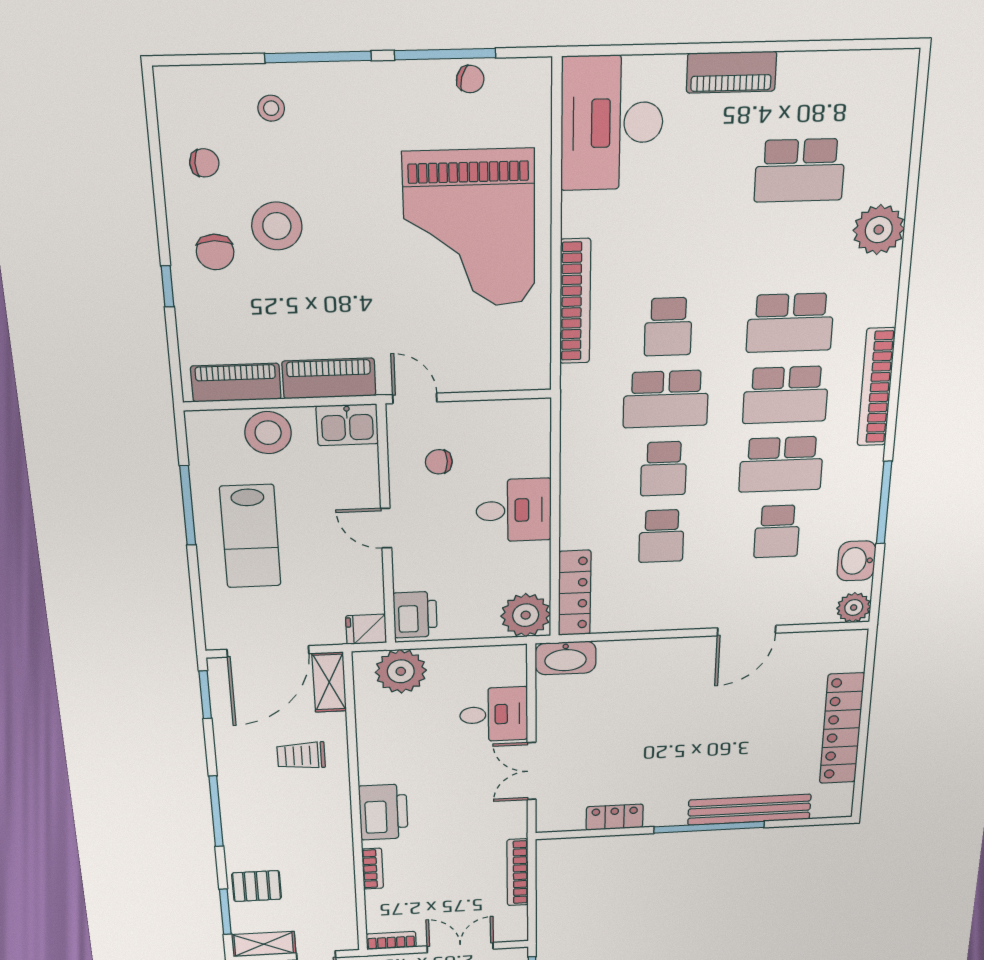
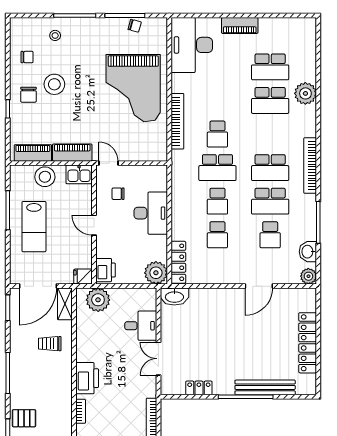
school desk: (790, 323) -> (270, 100), moved
desk: (514, 510) -> (151, 213), width x1.37

